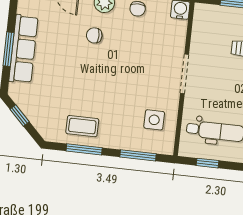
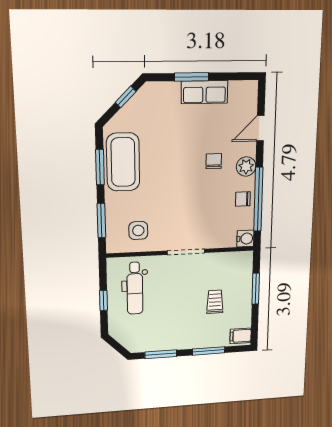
row of seats: (23, 49) -> (204, 92), width x0.68
coffee table: (82, 126) -> (123, 162), width x1.86, depth x1.72
window: (208, 163) -> (104, 301), moved

